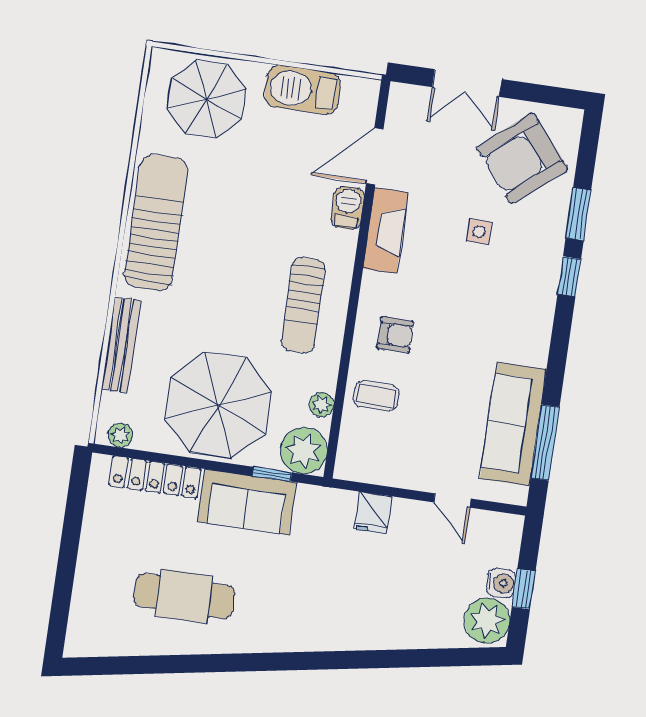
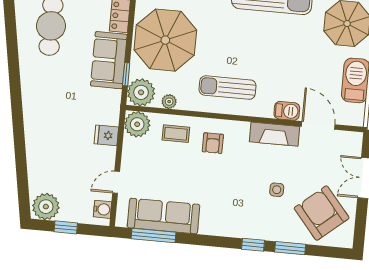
coffee table: (376, 396) -> (176, 134), turned 90
plant: (357, 460) -> (137, 124), added
water cooler: (501, 583) -> (102, 209), moved, turned -90

